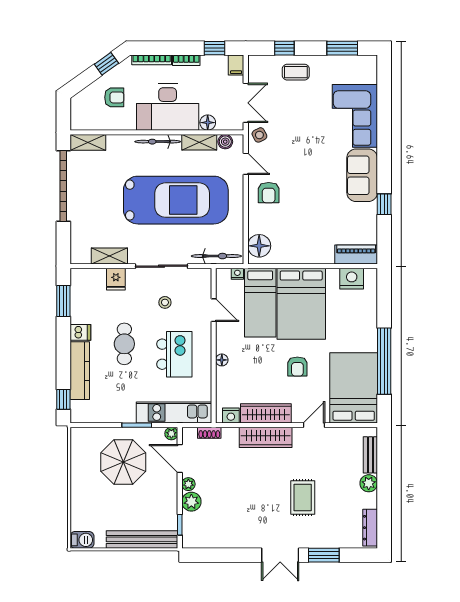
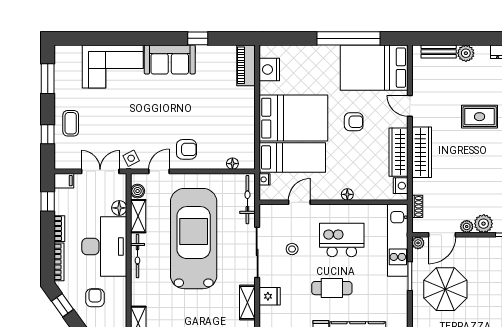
floor lamp: (259, 246) -> (232, 164), width x0.53, depth x0.53

